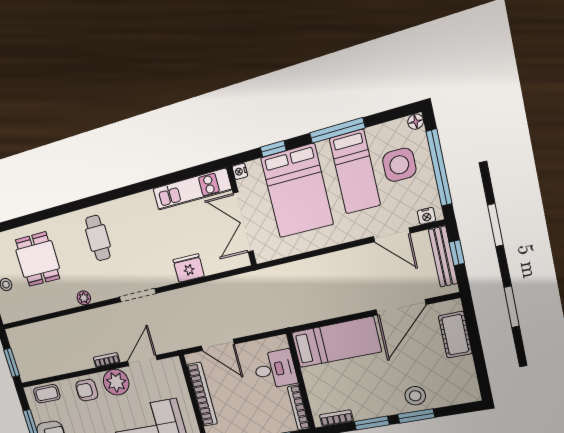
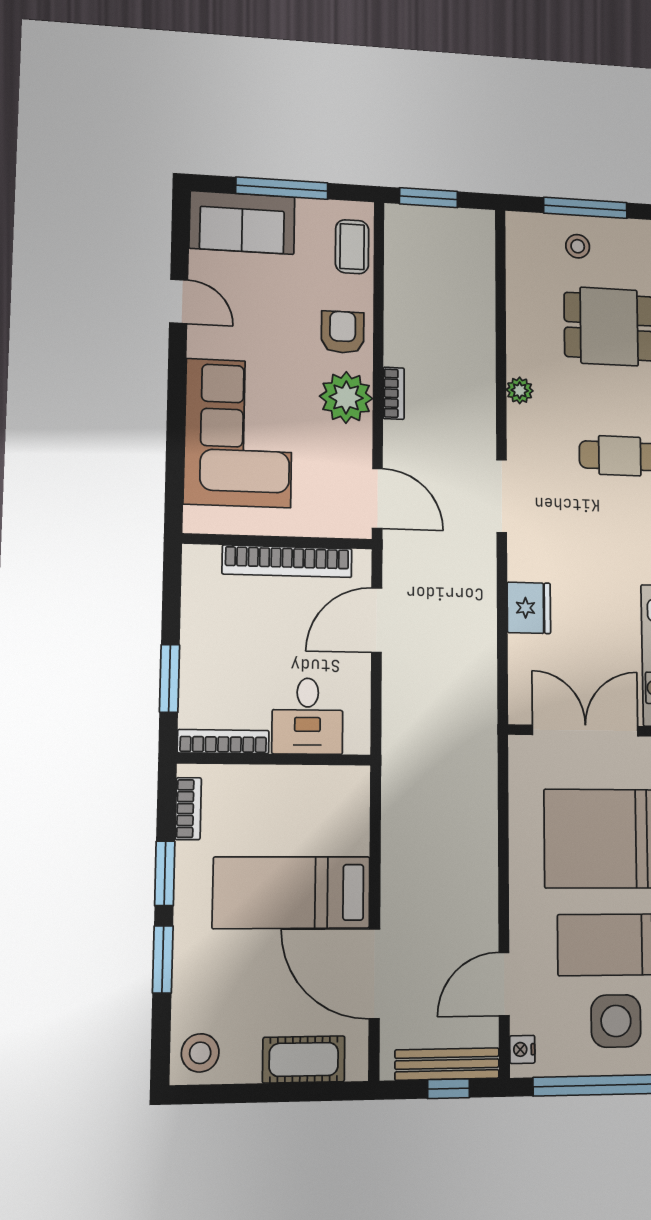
bed: (336, 342) -> (292, 893), moved, turned 90
door: (142, 361) -> (377, 498), moved
stool: (415, 396) -> (200, 1053), moved

